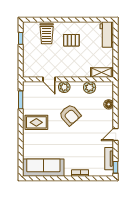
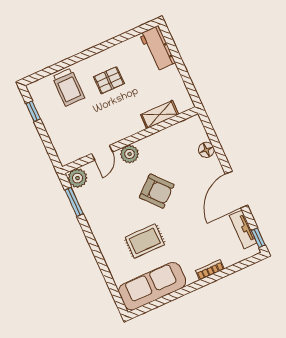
shelving: (102, 72) -> (160, 115), moved
door: (49, 79) -> (102, 153), hinge flipped
plant: (90, 87) -> (78, 178), moved
rug: (36, 122) -> (145, 241), moved
door: (116, 134) -> (236, 190), width x1.87

